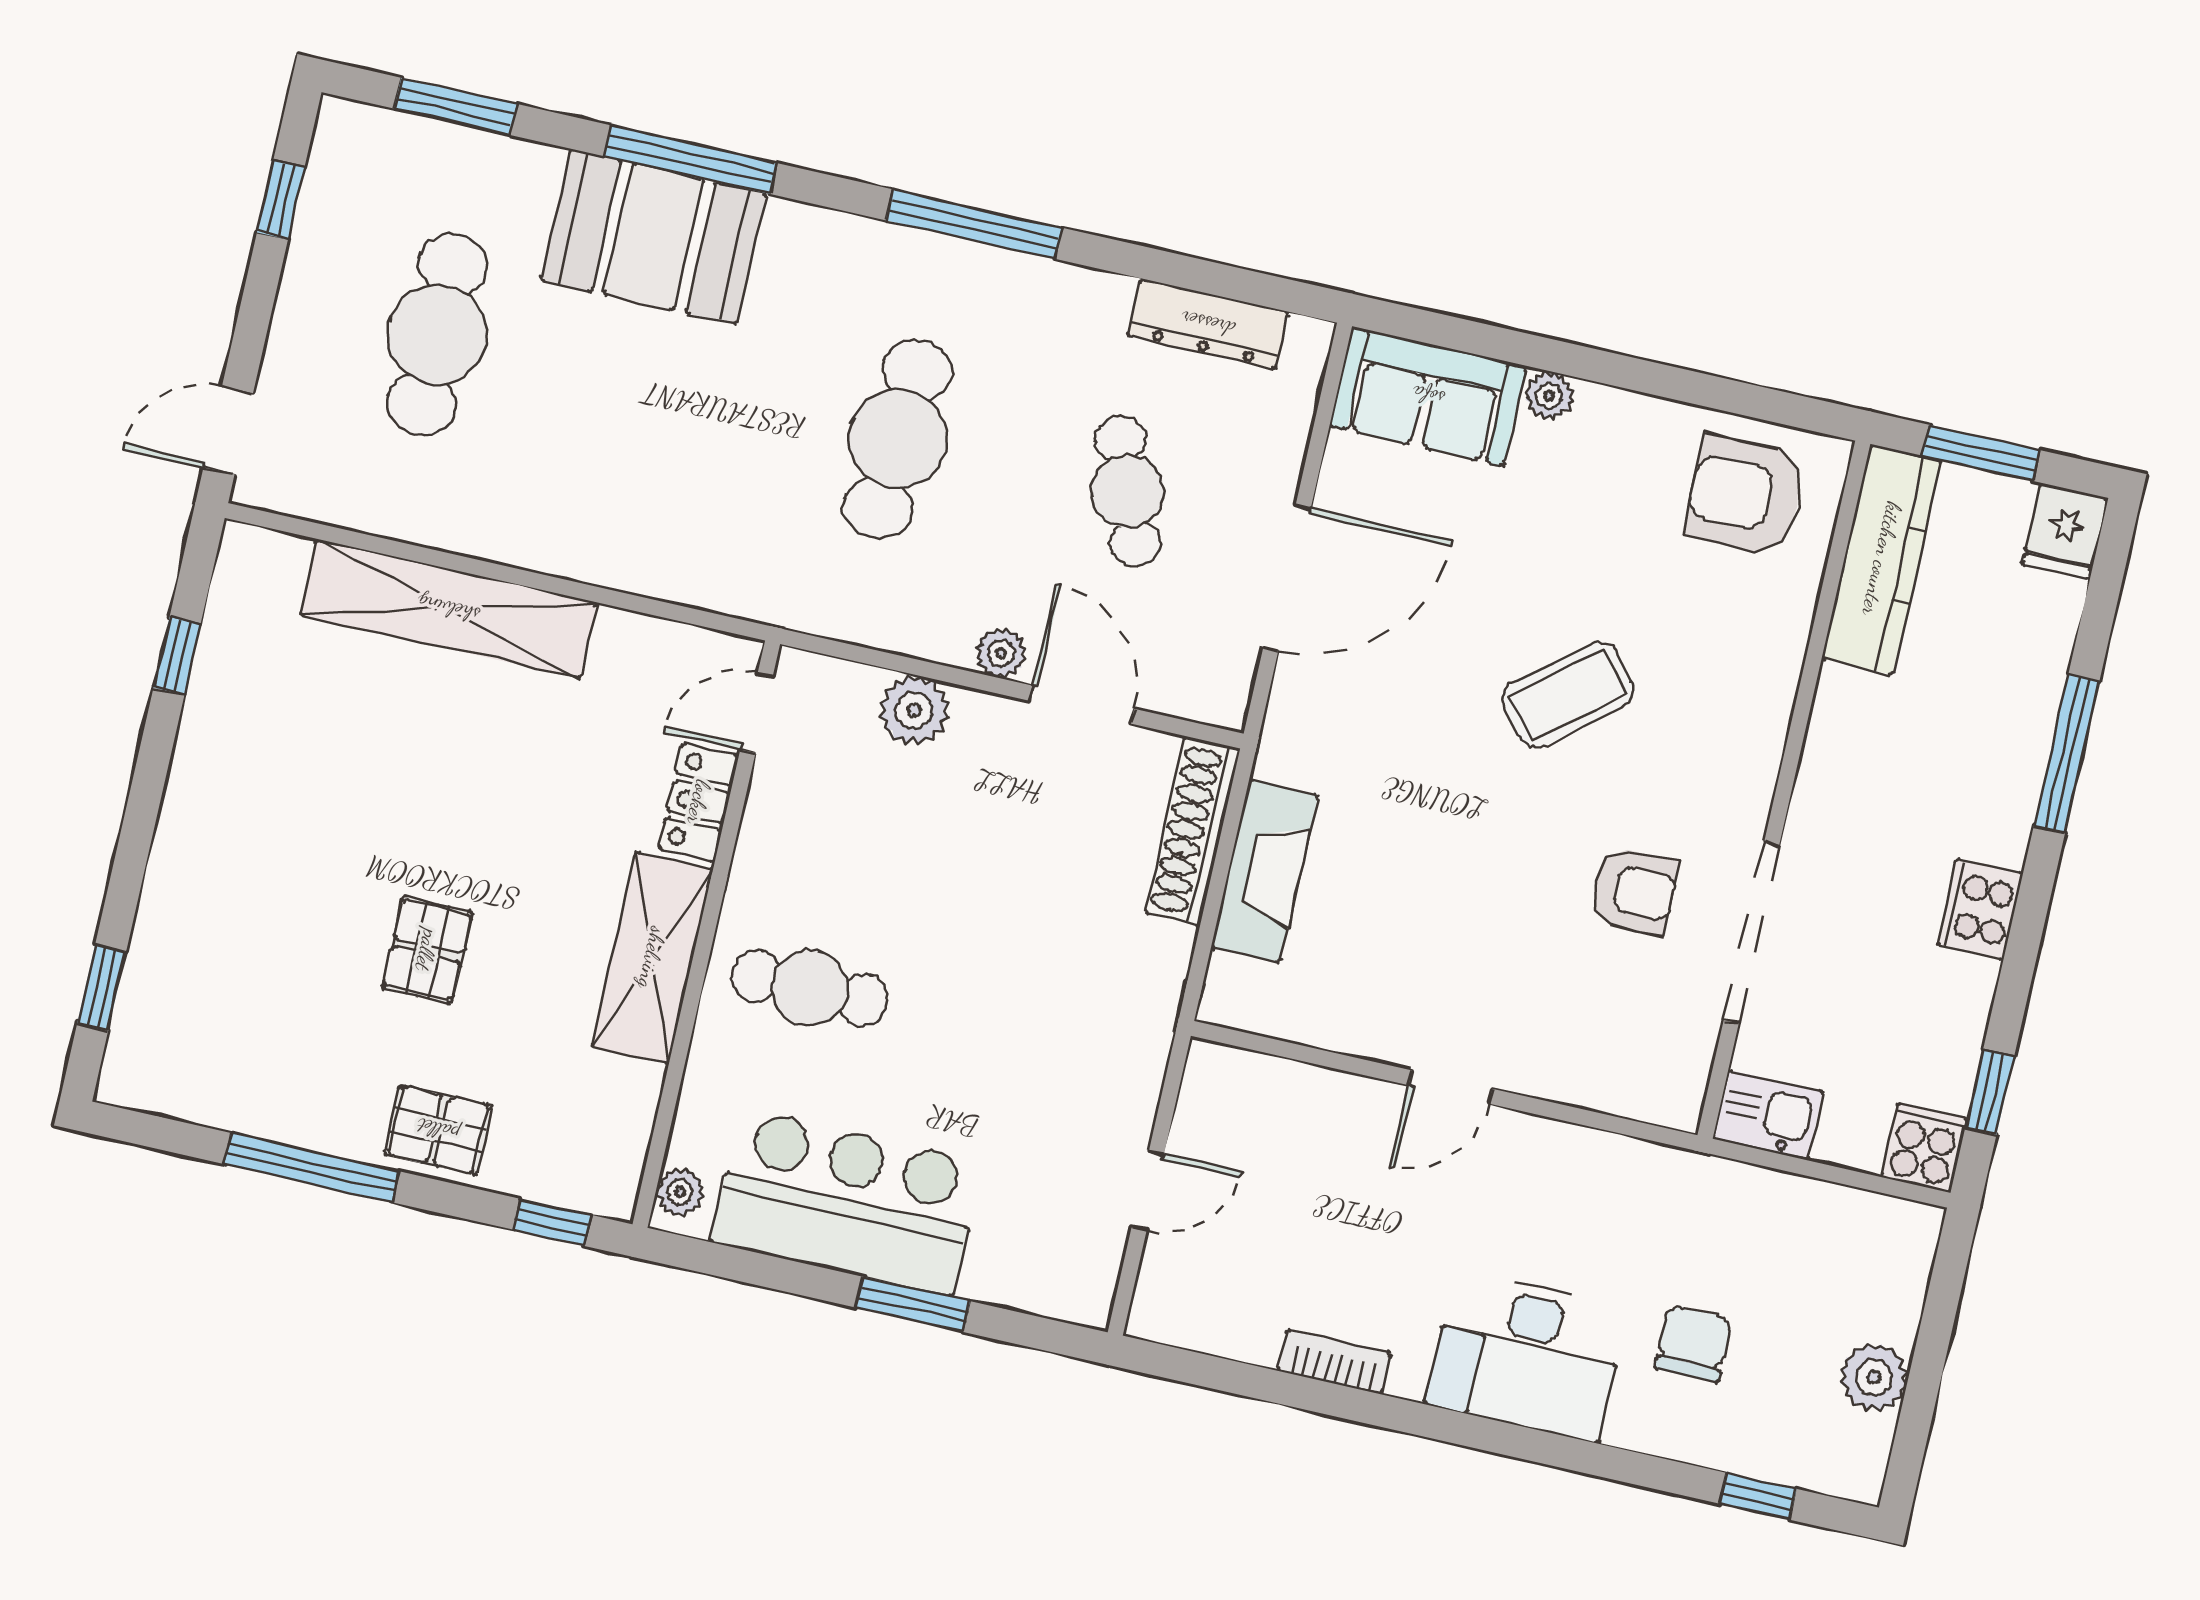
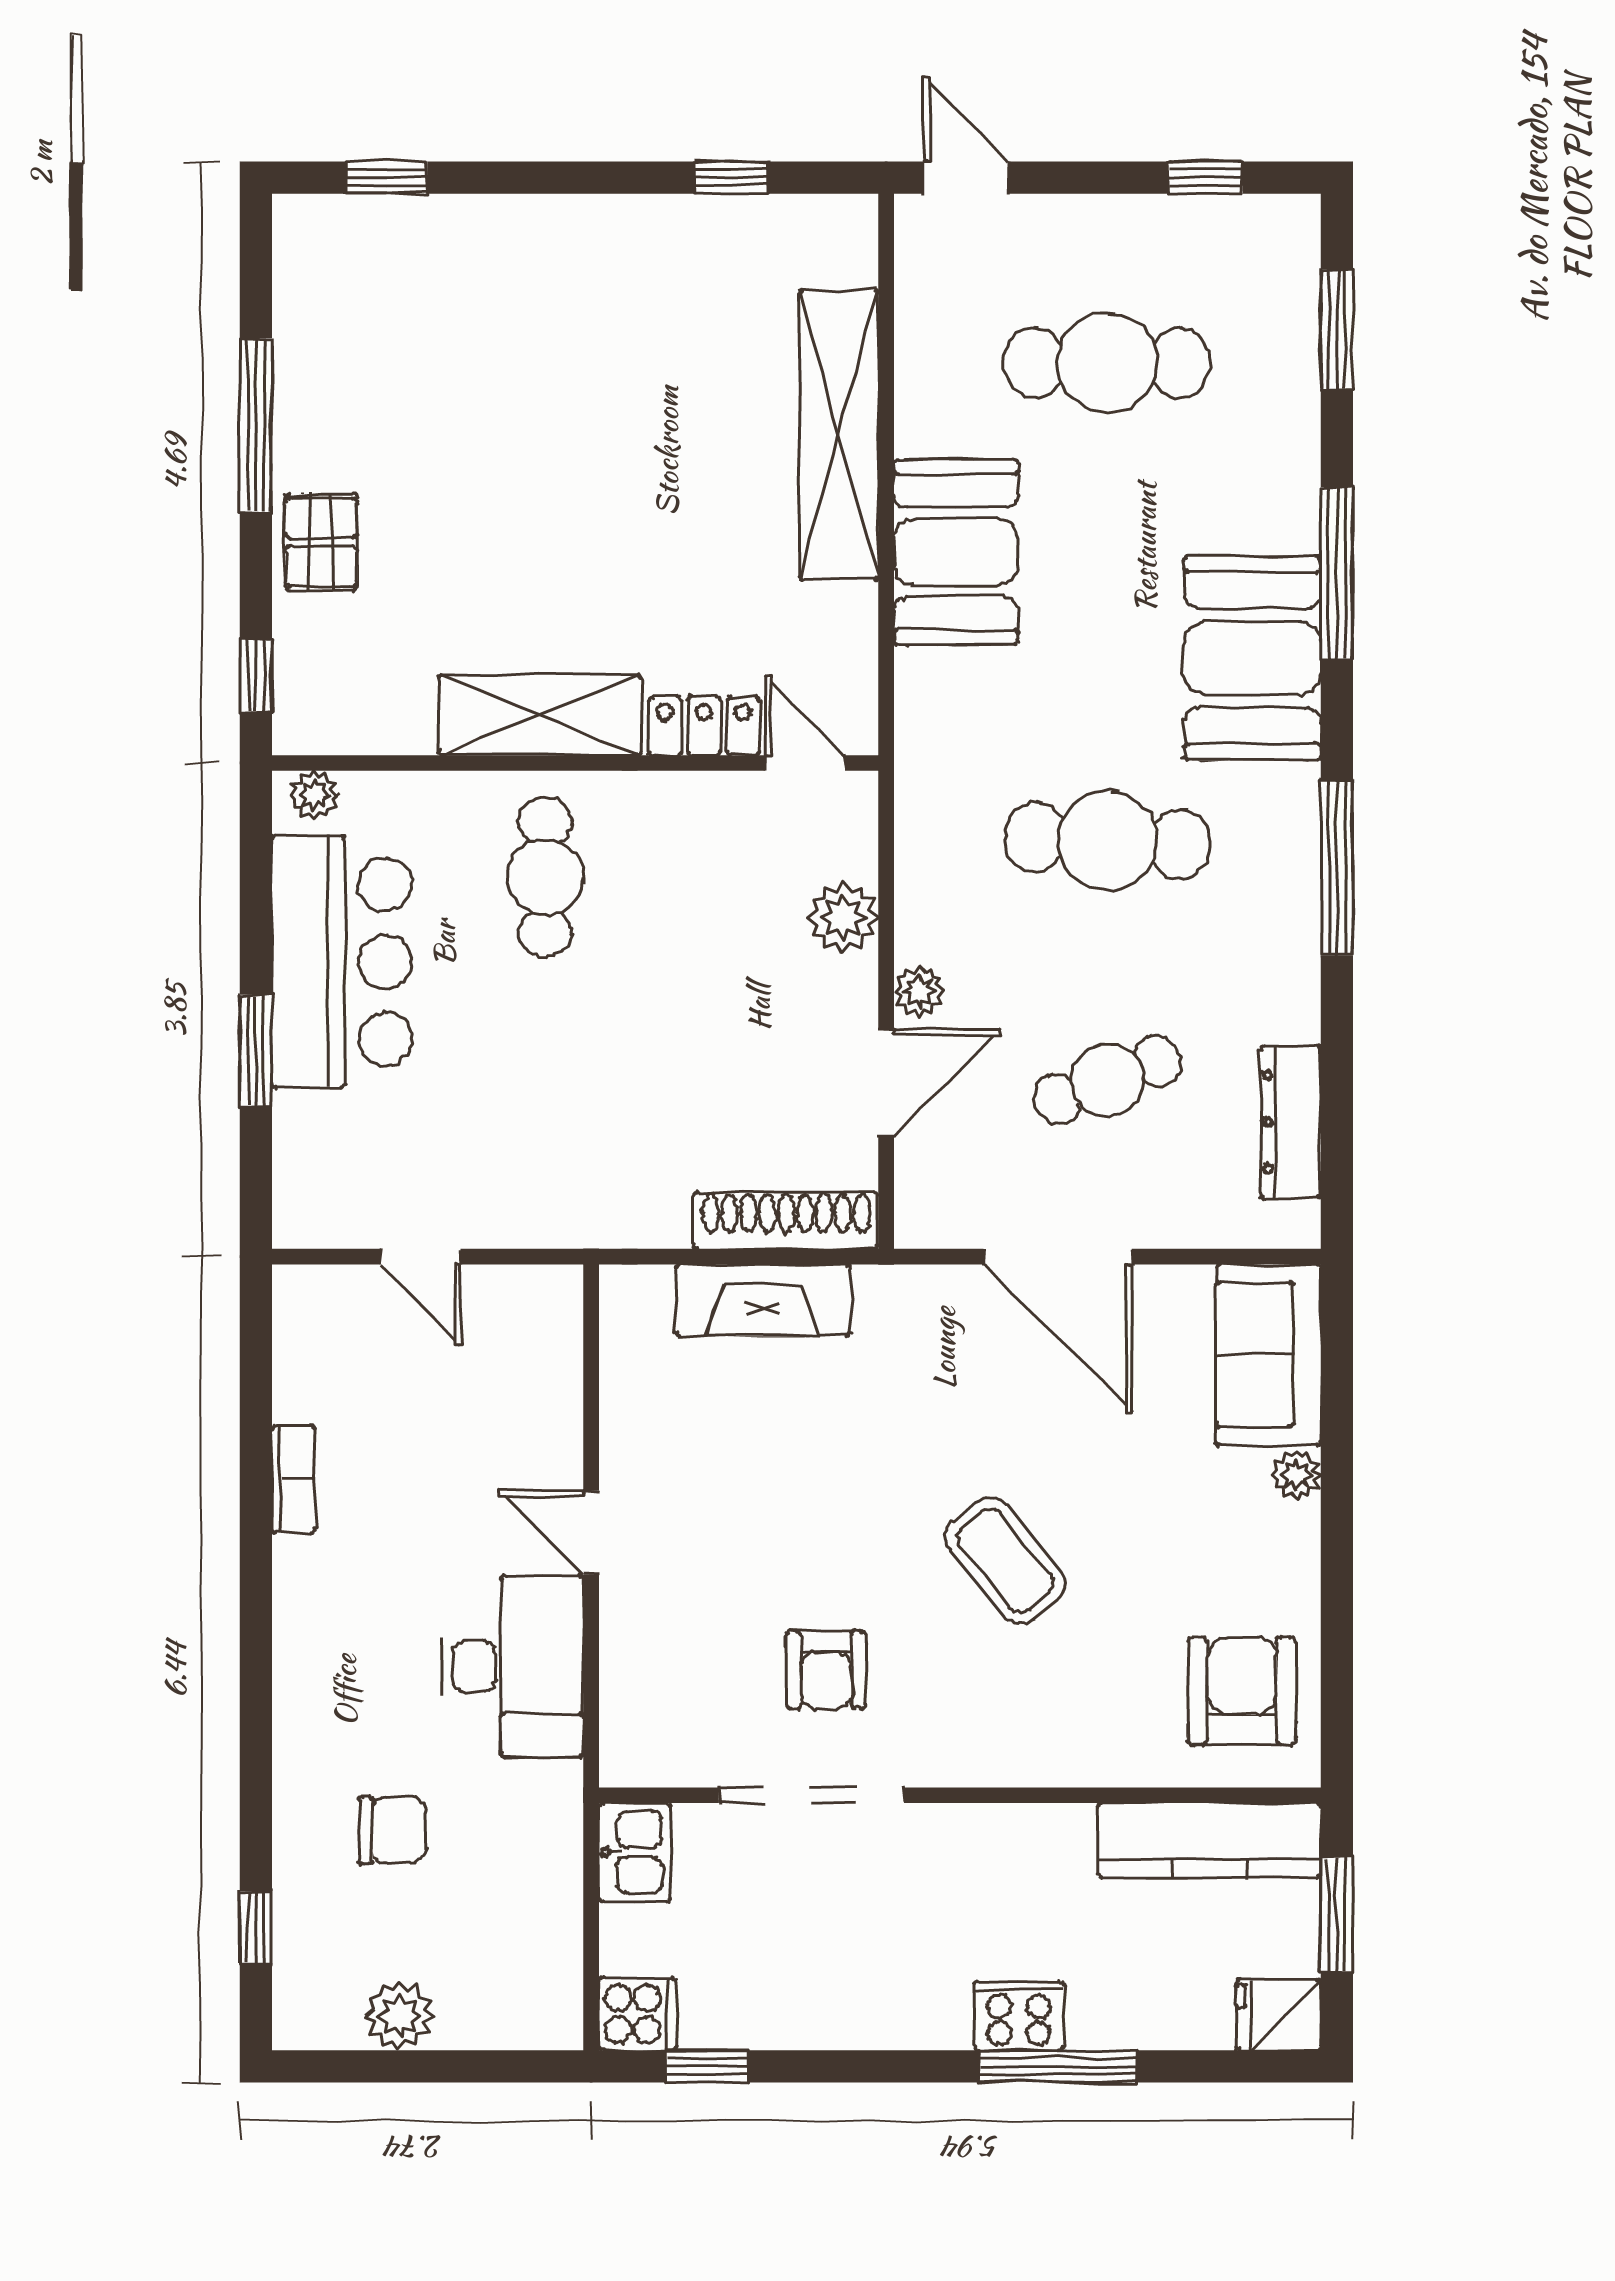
booth: (653, 237) -> (1252, 658), moved
booth: (586, 522) -> (956, 552), added
cooker: (1980, 909) -> (1019, 2016), moved
pallet: (427, 950) -> (497, 491), removed
desk: (1527, 1356) -> (512, 1666), moved, turned 180

